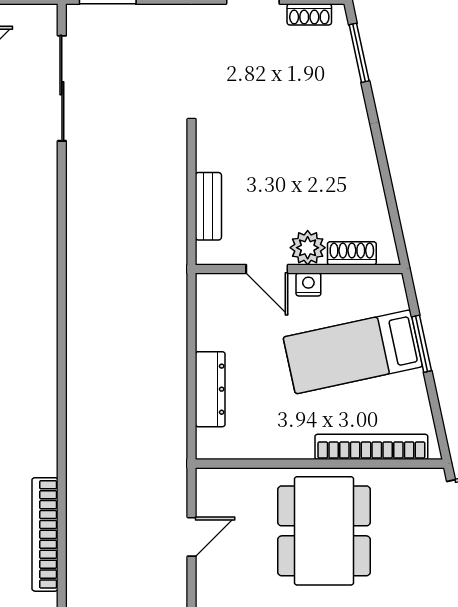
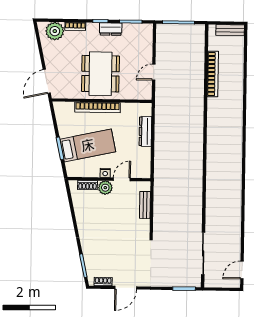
door: (267, 269) -> (122, 179), hinge flipped
bookcase: (371, 447) -> (98, 107), moved

